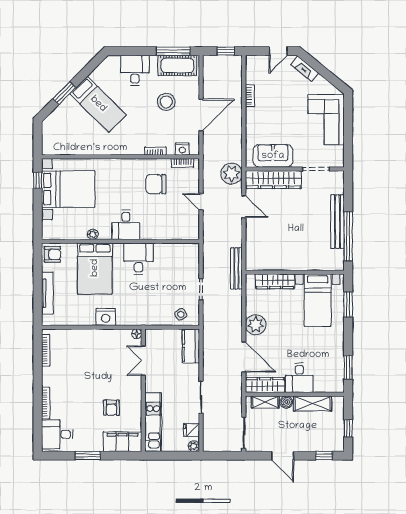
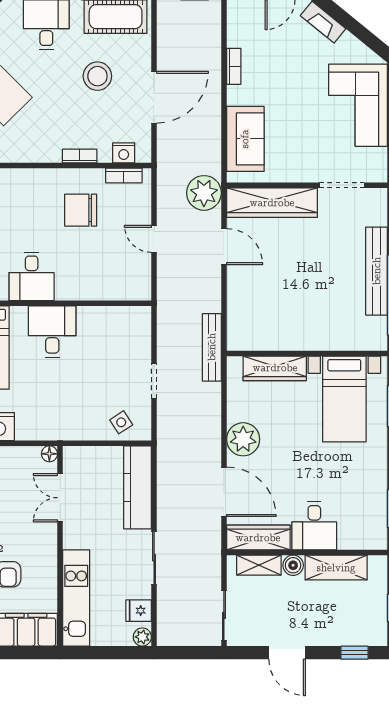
sofa: (273, 156) -> (245, 139), moved, turned 90
kitchen counter: (191, 346) -> (138, 487), width x1.50

